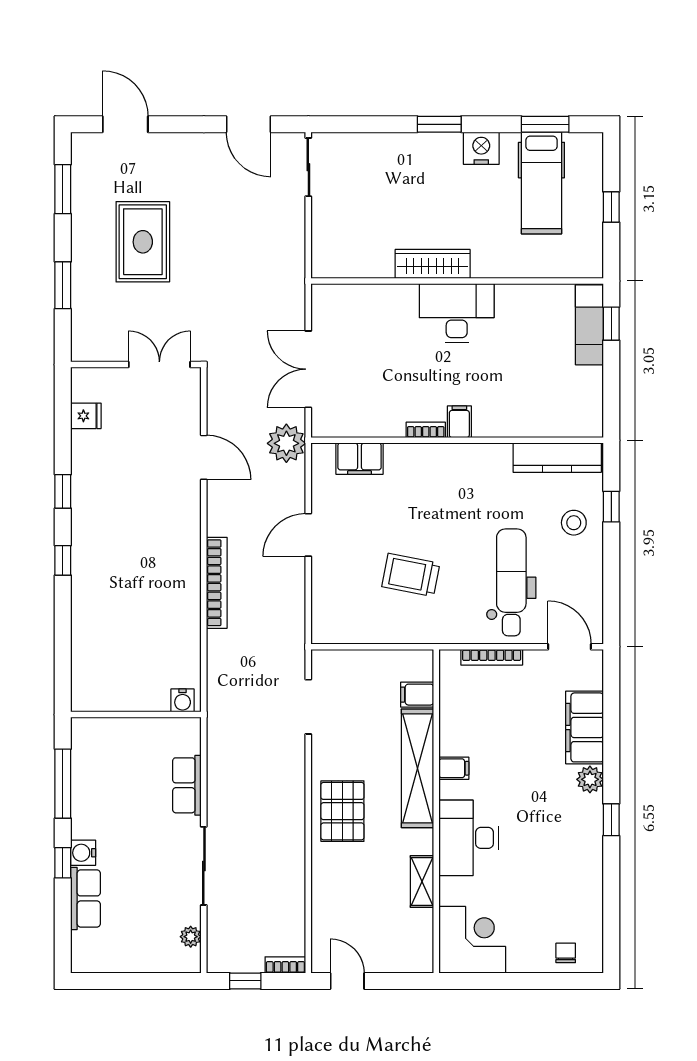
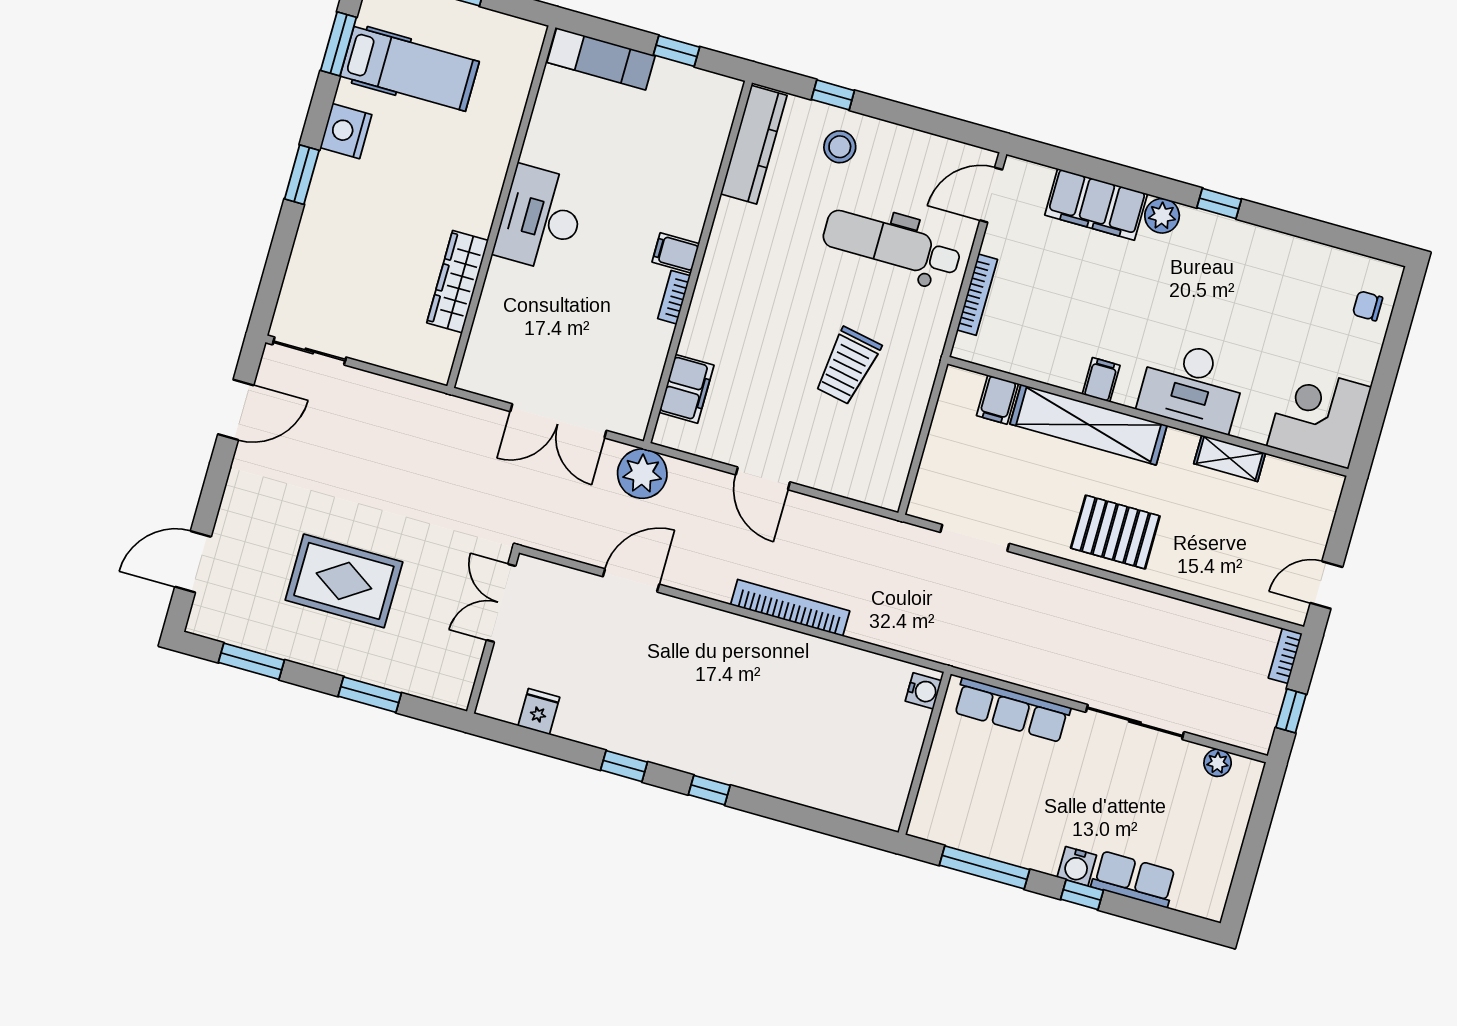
wardrobe: (433, 264) -> (458, 282), moved
window: (611, 324) -> (676, 51), moved
row of seats: (187, 785) -> (1012, 710), width x1.48

